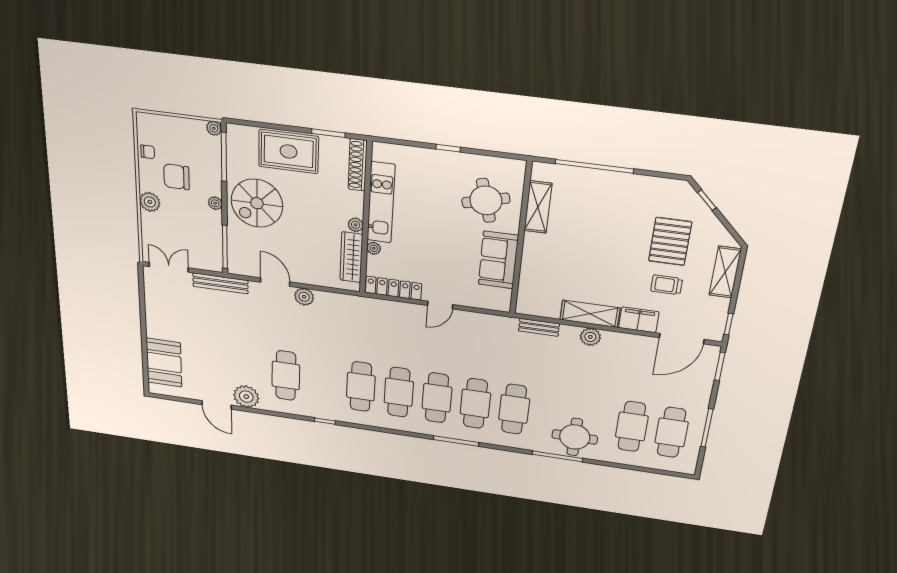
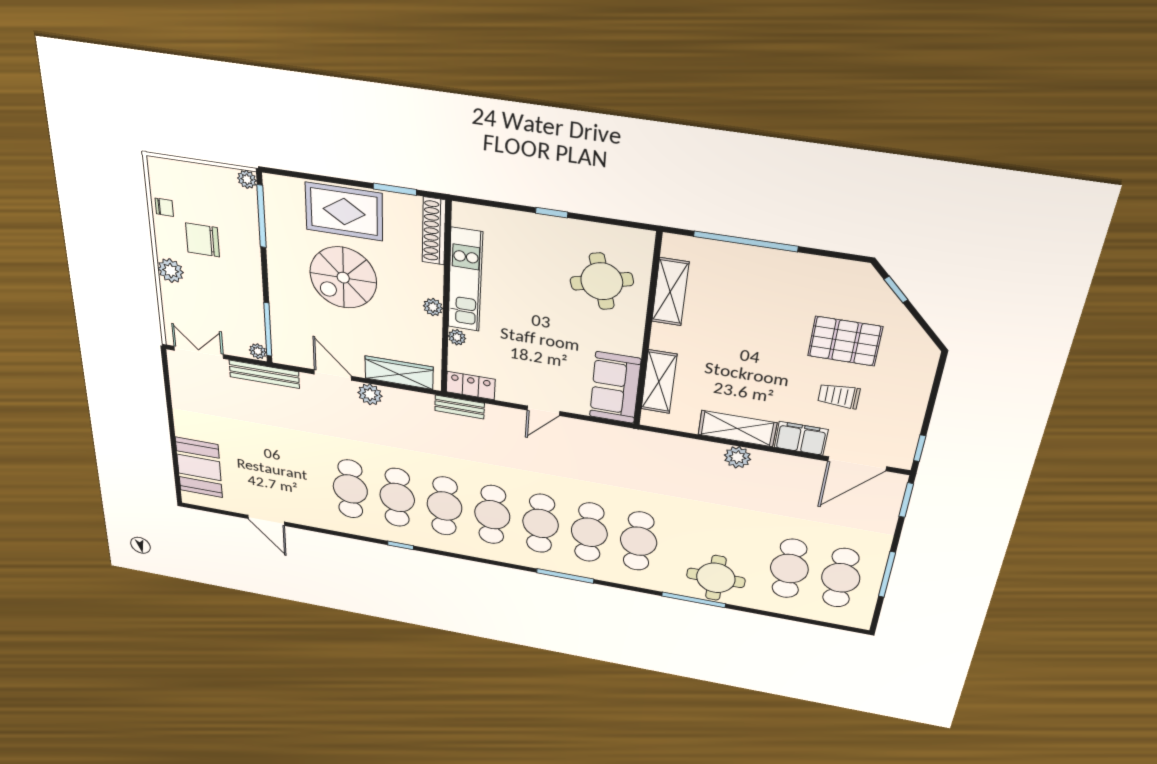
plant: (215, 203) -> (258, 351), moved
spiral stairs: (257, 203) -> (343, 278), moved
pallet: (670, 241) -> (845, 341), turned 90
wardrobe: (351, 257) -> (399, 373), moved, turned 90
sofa: (498, 260) -> (615, 388), moved
shelving: (725, 272) -> (659, 382), moved
locker: (393, 288) -> (471, 386), width x0.66
bench: (539, 327) -> (460, 407), moved
cafe table: (323, 381) -> (397, 497), added
plant: (246, 397) -> (302, 512), removed

